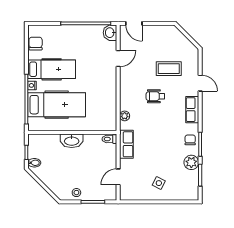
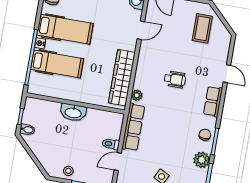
coffee table: (169, 69) -> (202, 28), moved, turned 90
wheelchair: (155, 96) -> (175, 79), turned 180
wardrobe: (109, 103) -> (122, 78), added
hospital bed: (57, 105) -> (57, 64), width x0.73, depth x0.78
toilet: (109, 139) -> (111, 144), moved
row of seats: (126, 144) -> (133, 127), width x1.48

